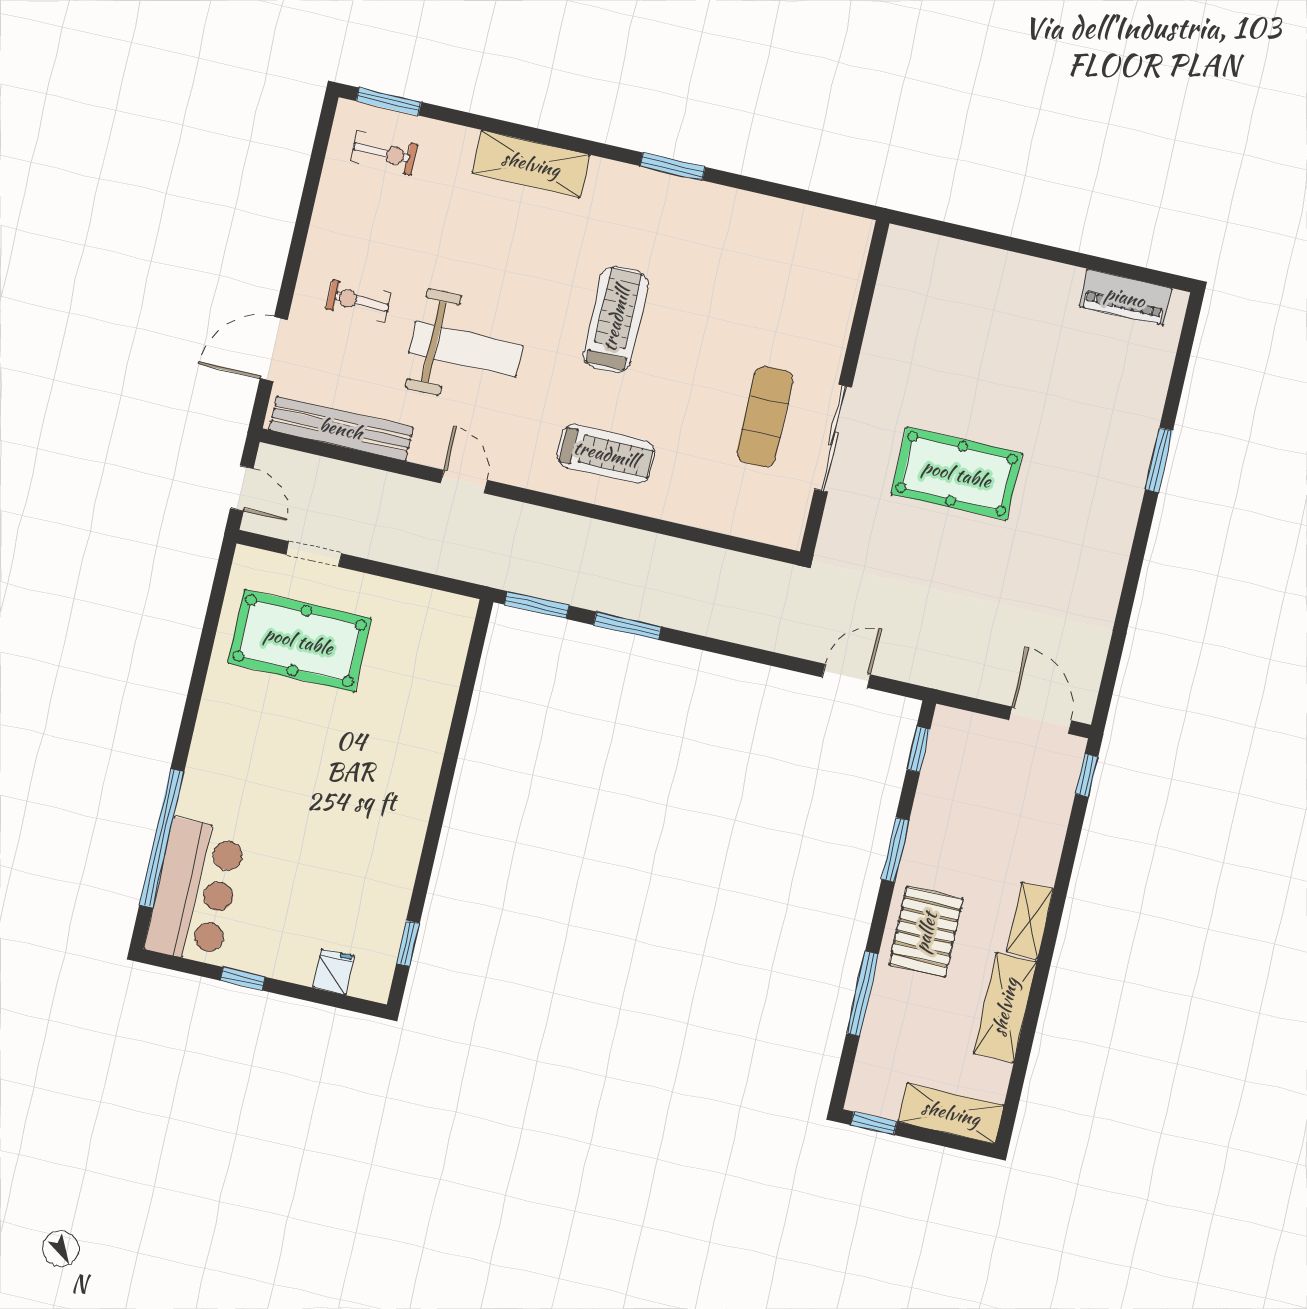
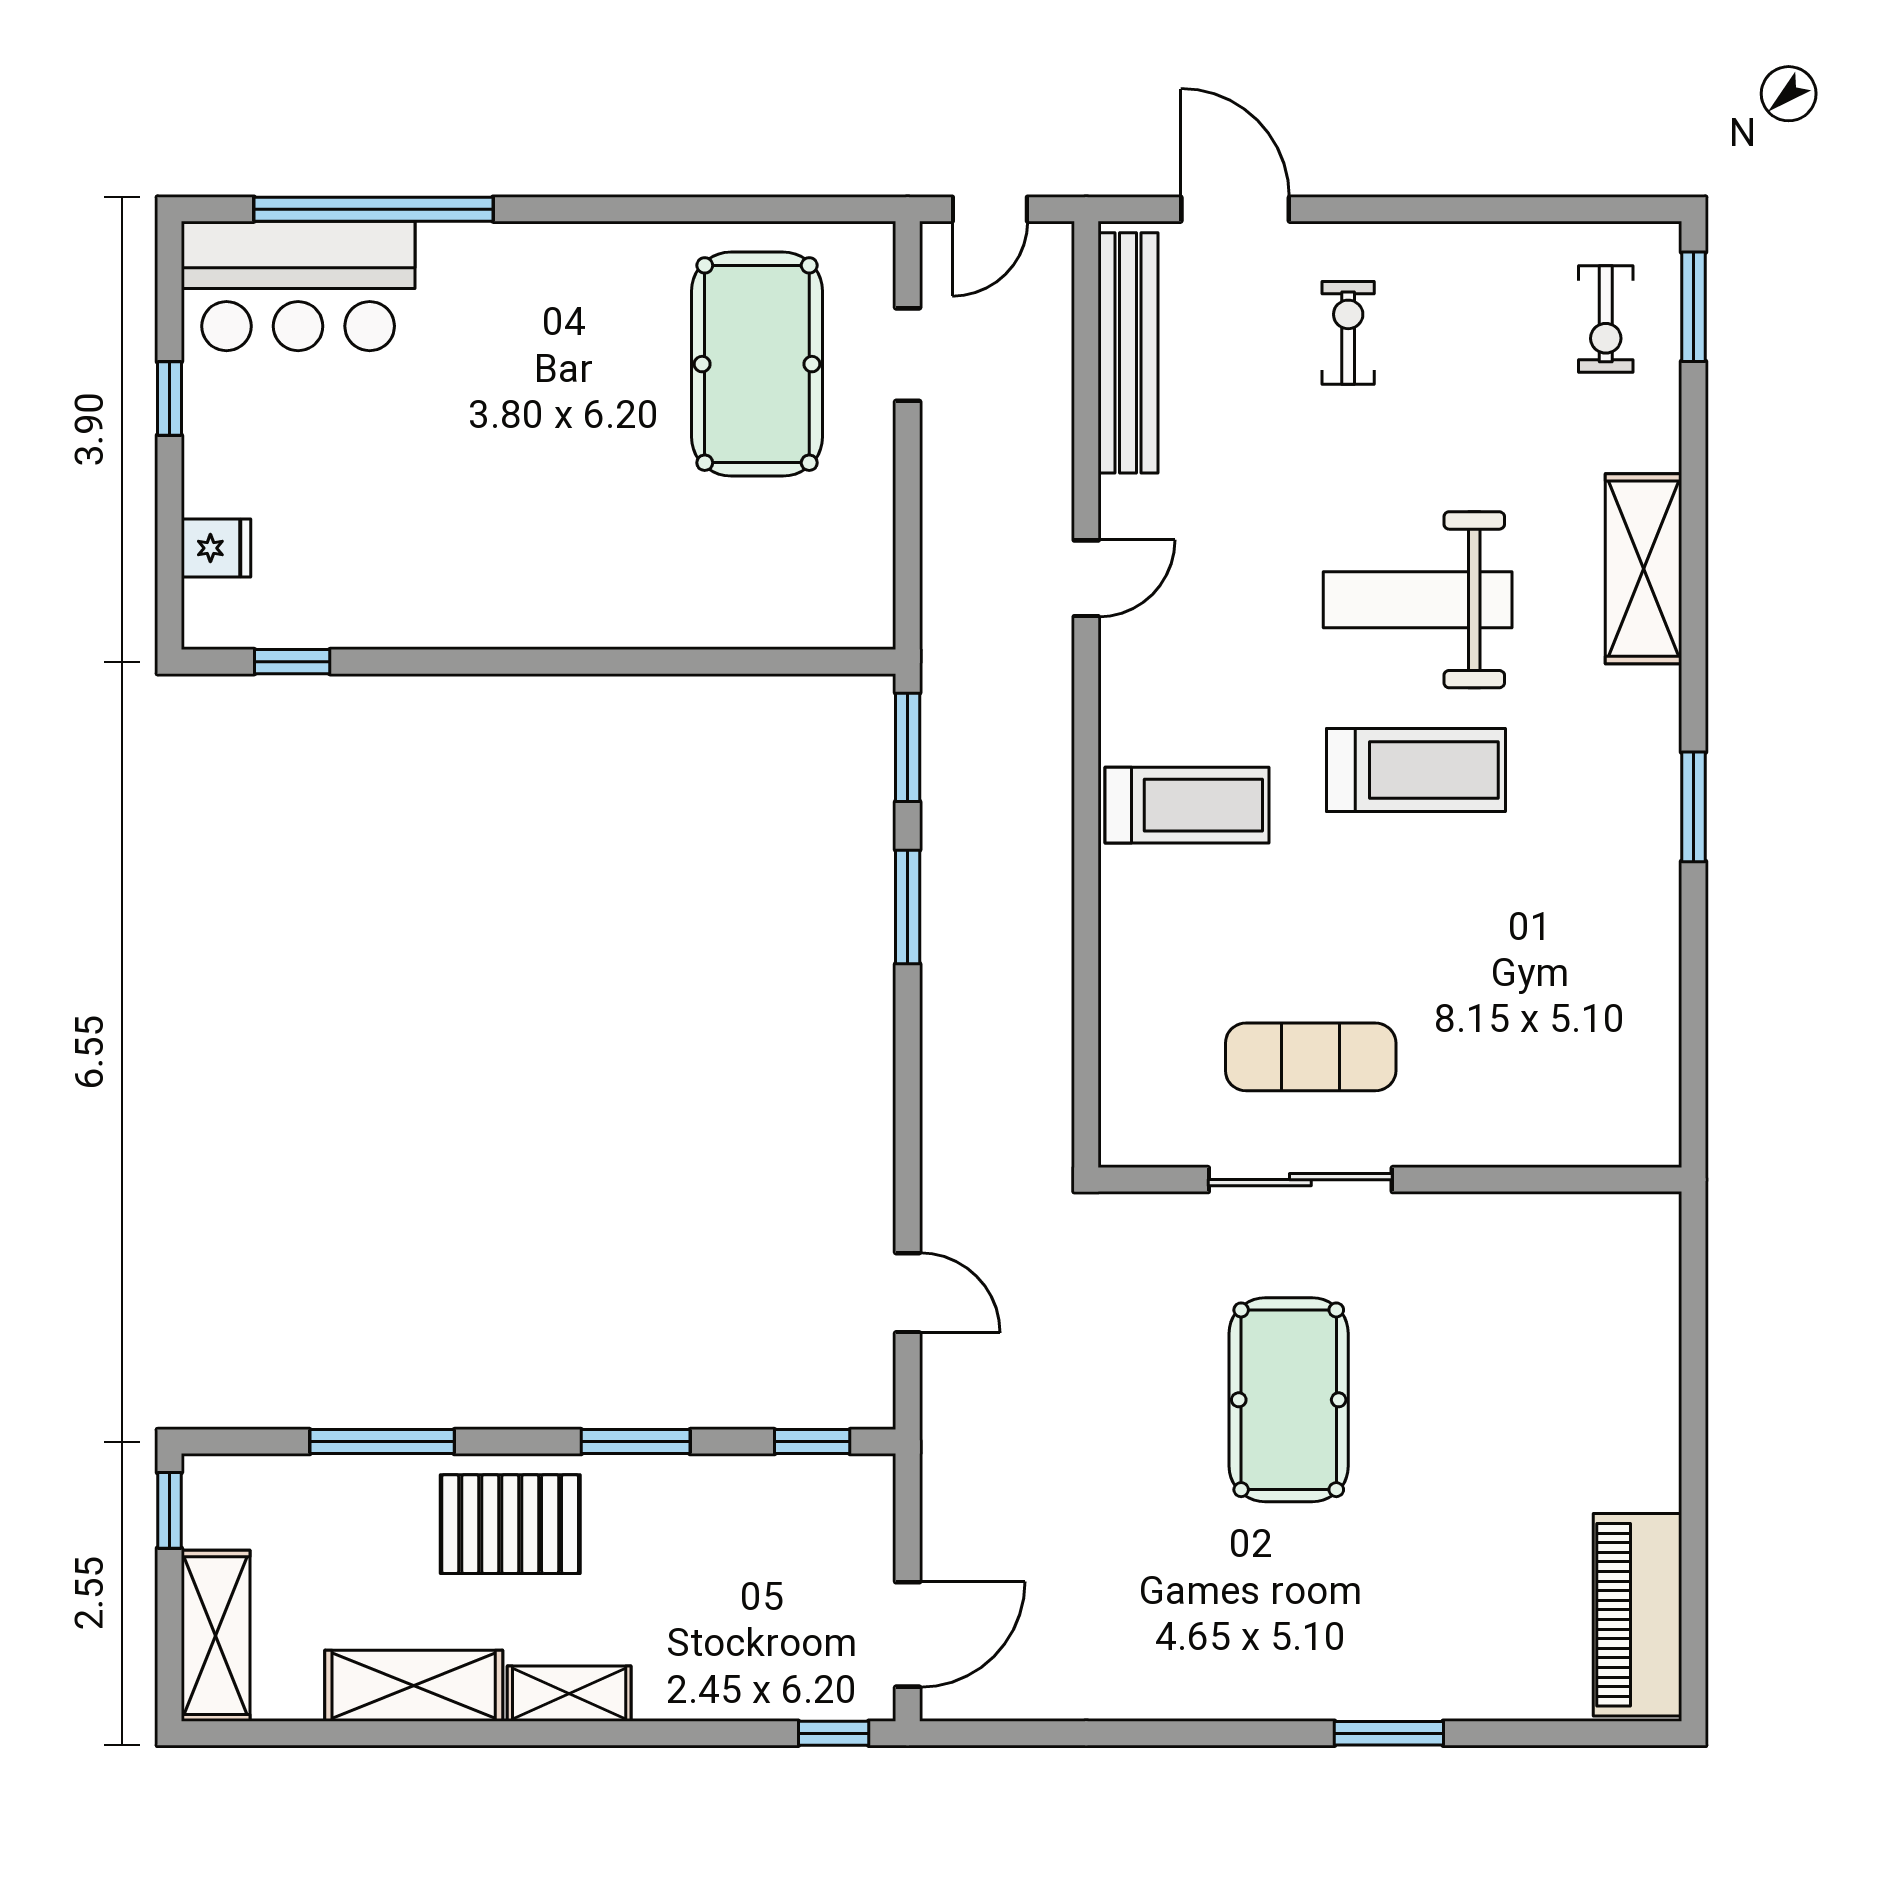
piano: (1125, 297) -> (1637, 1615), width x1.37, depth x1.33
weight bench: (466, 349) -> (1418, 600), moved, turned 90
treadmill: (606, 454) -> (1187, 805), turned -90

